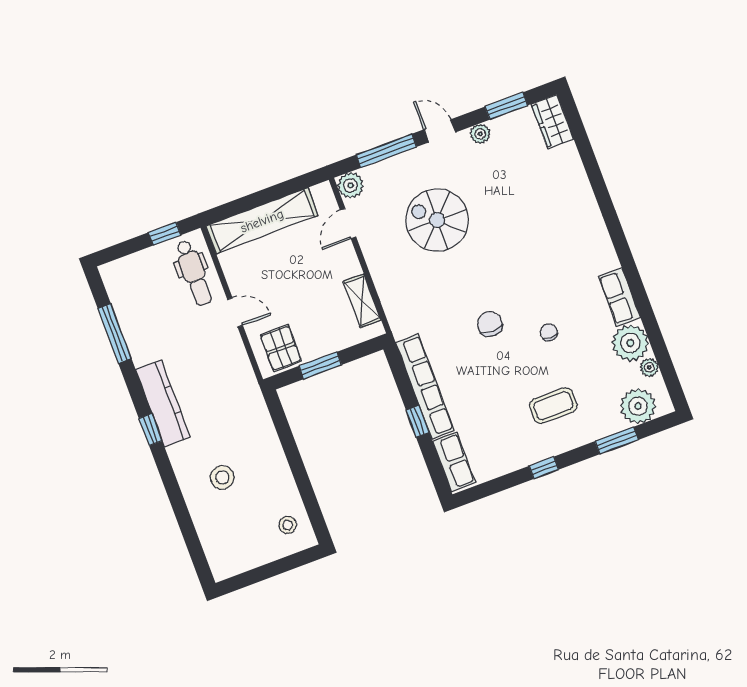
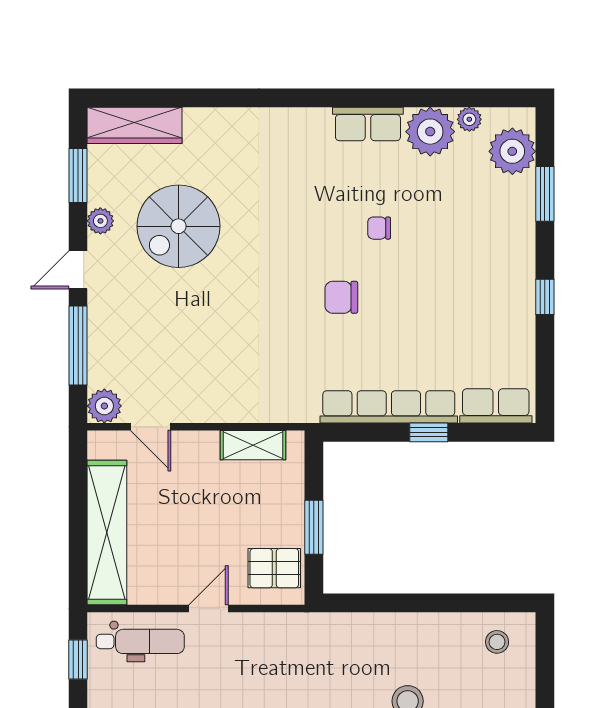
wardrobe: (552, 122) -> (135, 125), width x1.50
spiral stairs: (437, 220) -> (178, 226), moved
coffee table: (553, 406) -> (472, 256), removed

